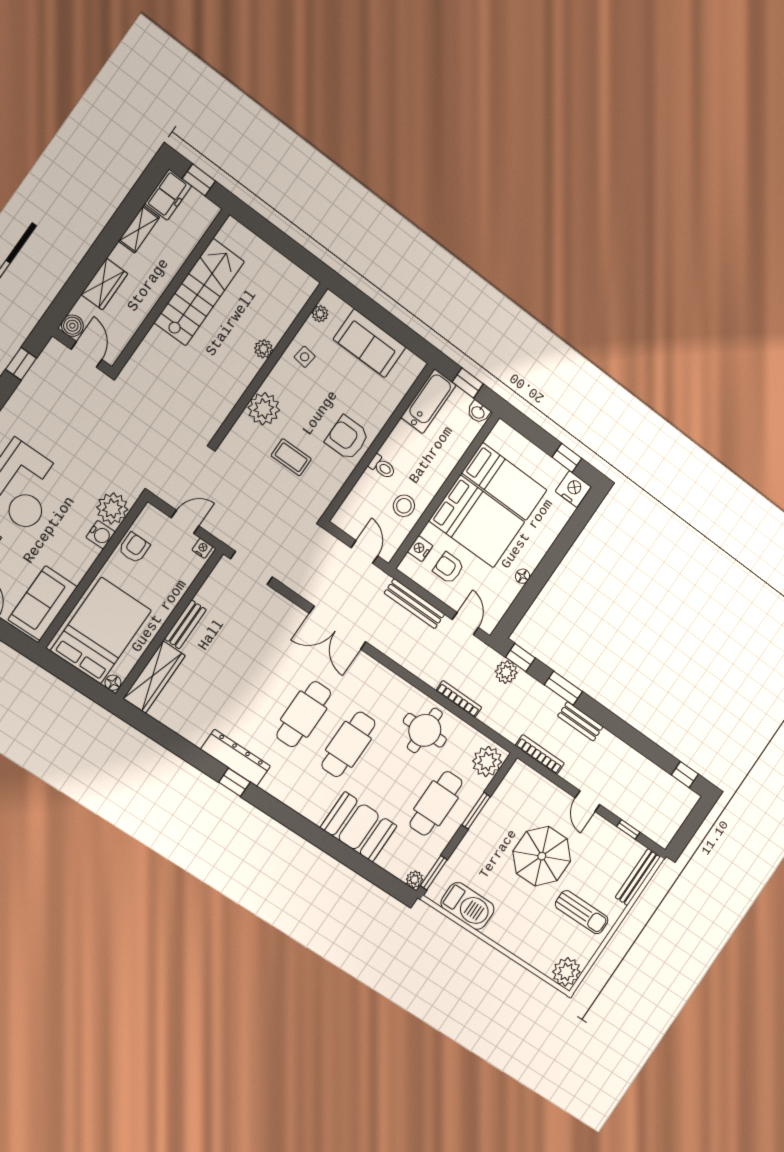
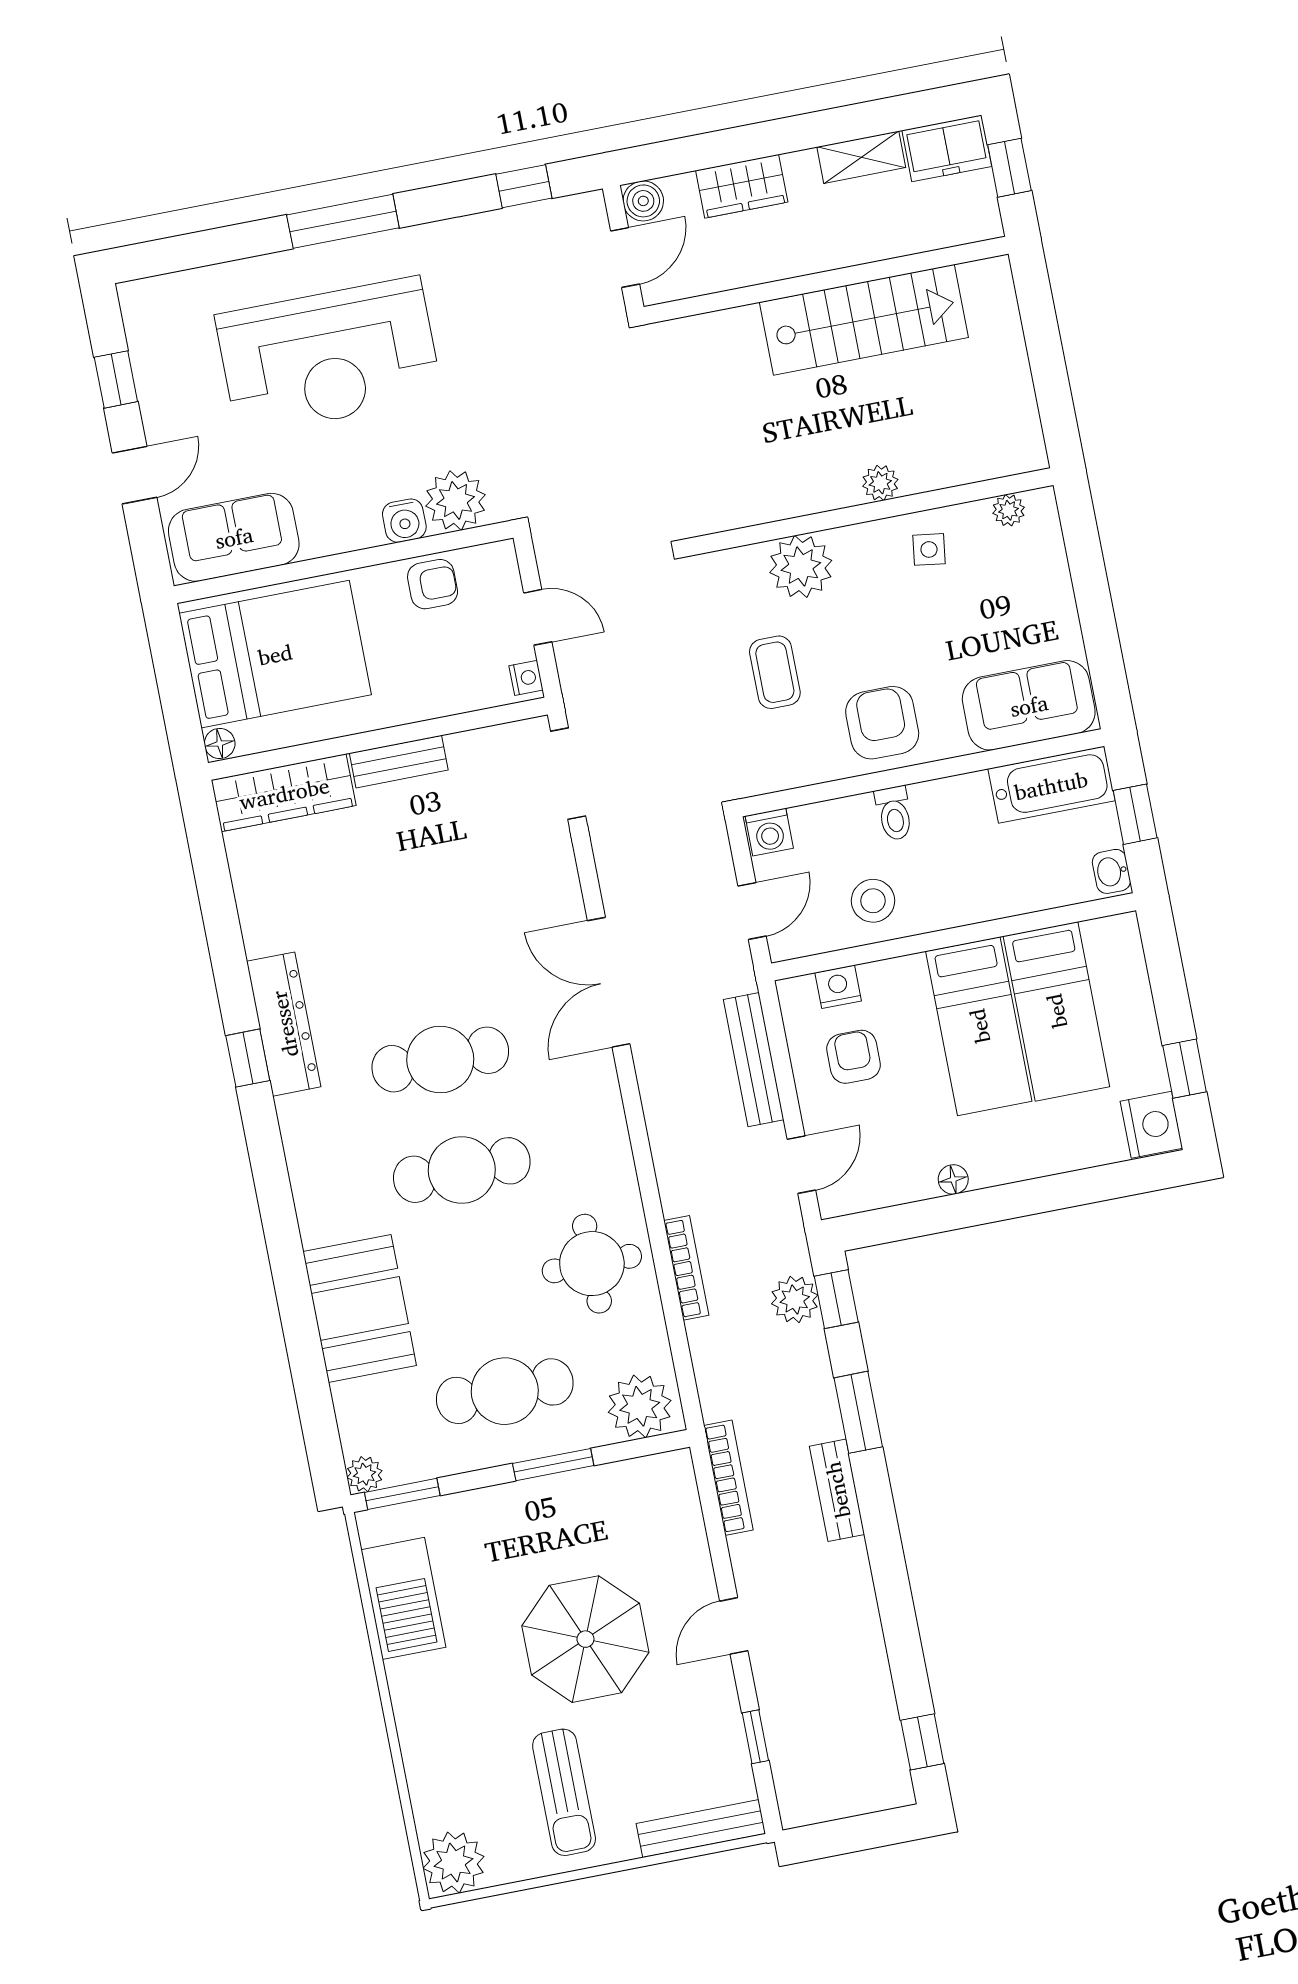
sofa: (370, 343) -> (1029, 705), moved, turned 90
washing machine: (344, 518) -> (769, 832), added
bed: (477, 521) -> (979, 1026), width x0.67

